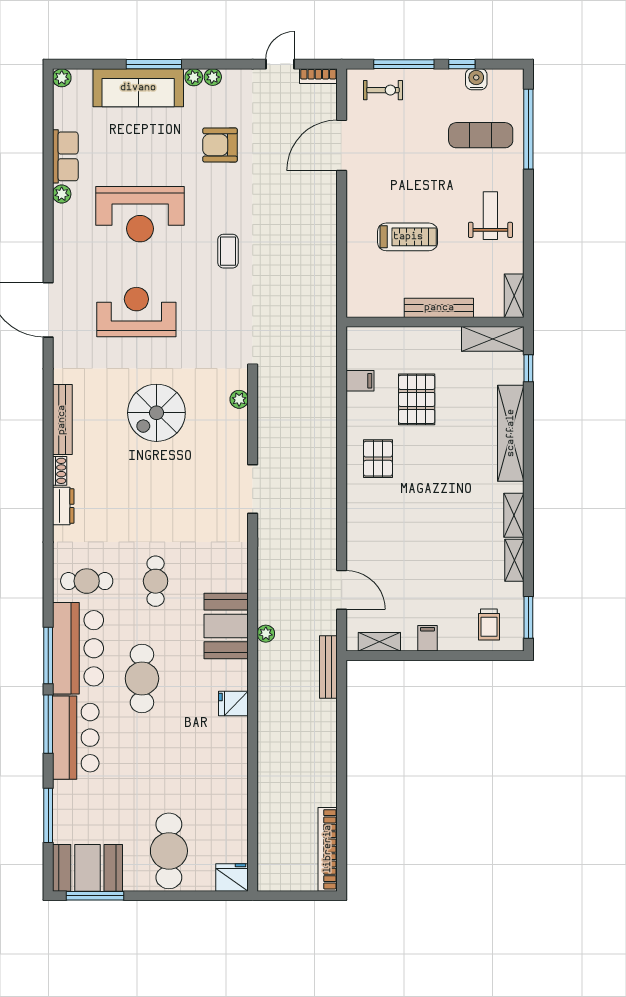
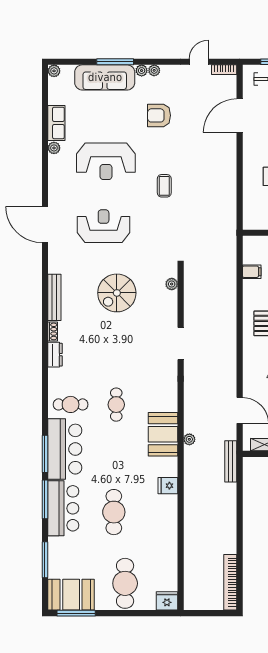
cafe table: (142, 678) -> (114, 512), moved

